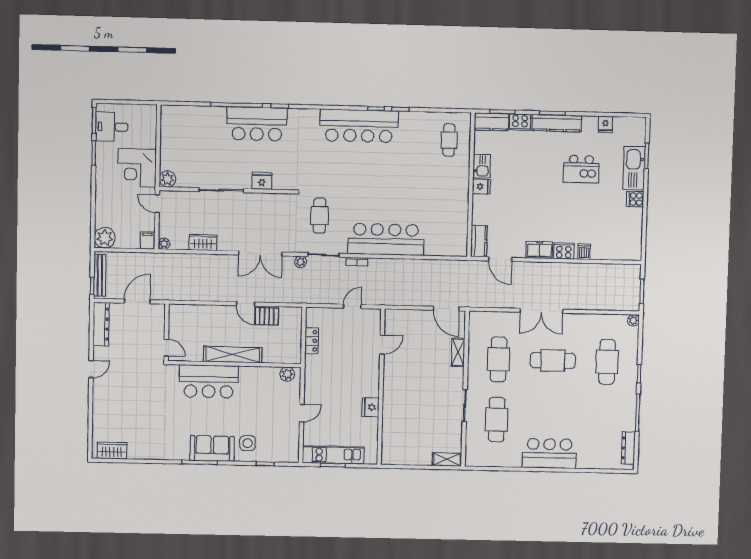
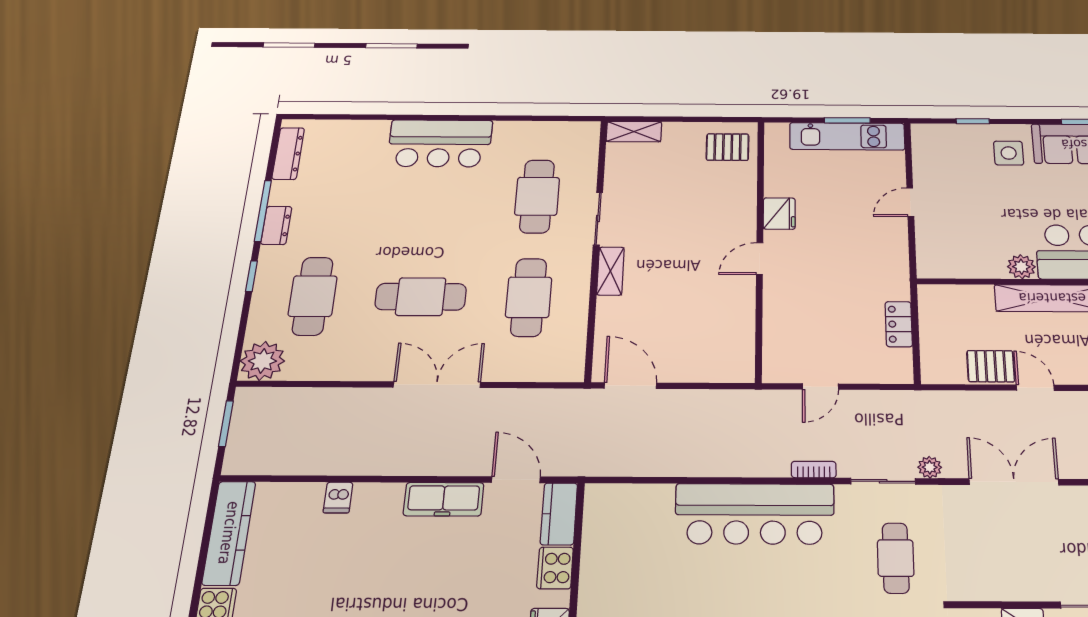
kitchen counter: (634, 235) -> (229, 533), added
freezer: (539, 250) -> (444, 499), width x1.40
cooker: (564, 251) -> (555, 568), moved, turned 90
plant: (633, 320) -> (262, 361), width x1.87, depth x1.87
door: (382, 345) -> (760, 259), moved
shelving: (458, 352) -> (610, 271), moved
plant: (287, 374) -> (1021, 267), moved
dresser: (630, 404) -> (276, 225), added
pallet: (397, 449) -> (728, 147), added

